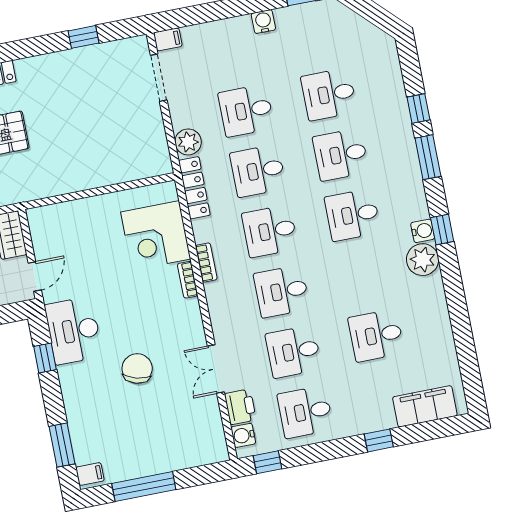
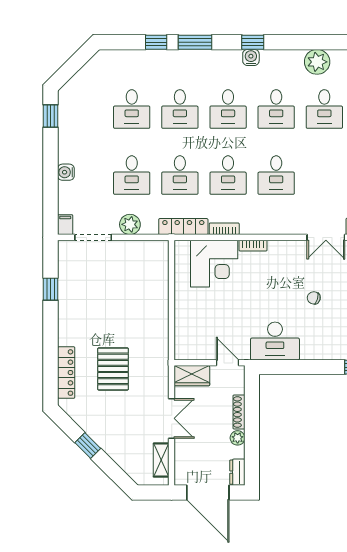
water cooler: (263, 22) -> (66, 172), moved
plant: (188, 142) -> (130, 224), moved
plant: (423, 260) -> (317, 62), moved
bookcase: (206, 263) -> (224, 229), moved
desk: (293, 352) -> (276, 109), moved
window: (45, 358) -> (292, 367), removed
chair: (137, 369) -> (314, 298), width x0.54, depth x0.54

